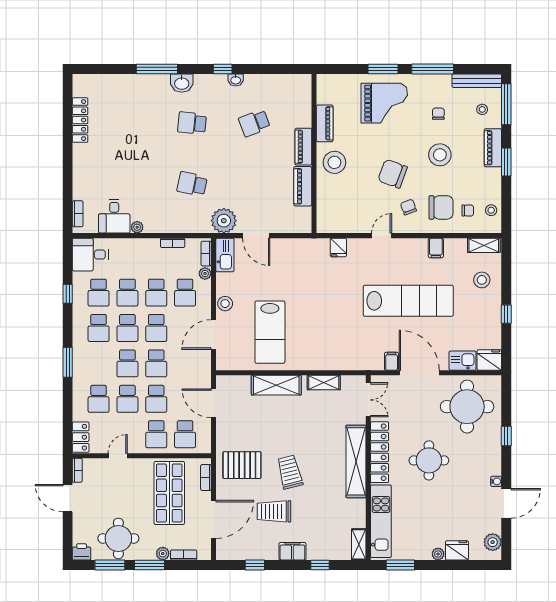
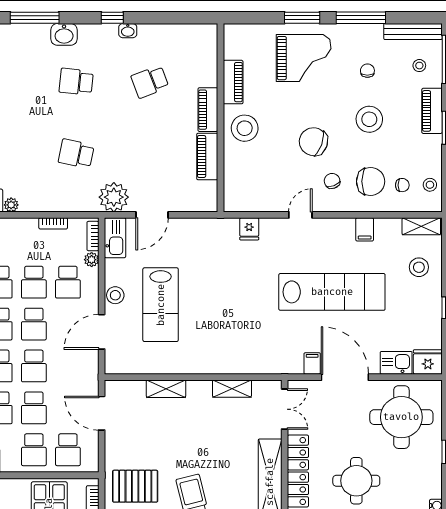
door: (256, 236) -> (152, 215), hinge flipped
lab bench: (270, 332) -> (161, 305), moved
shelving: (276, 385) -> (166, 389), width x0.67, depth x0.75

